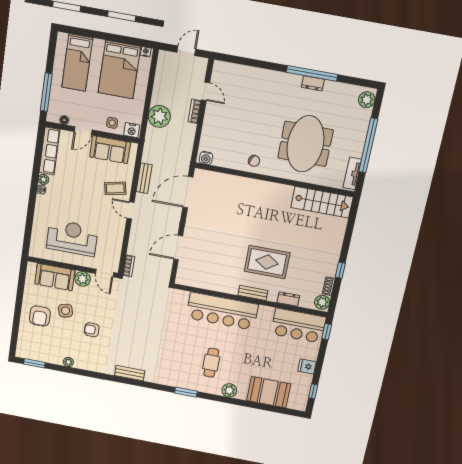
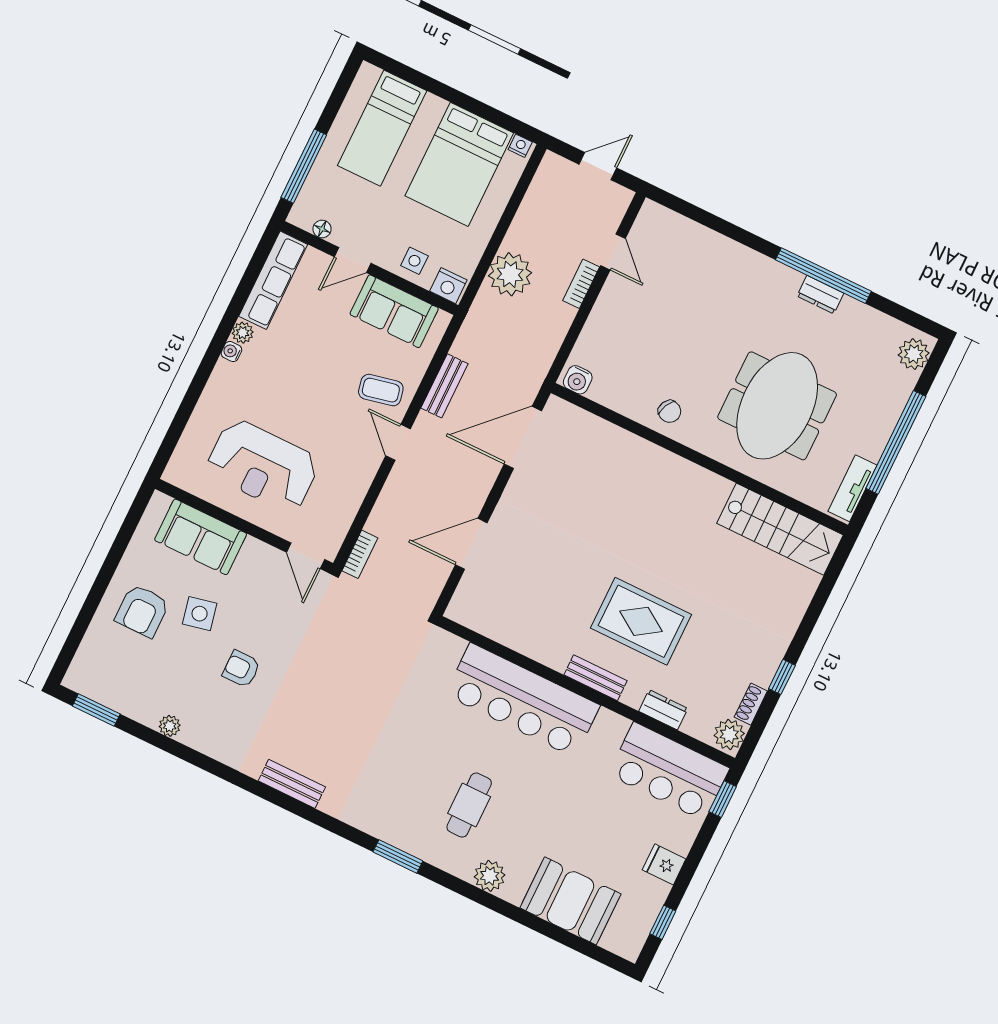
reception desk: (72, 238) -> (263, 466), turned 180
plant: (83, 279) -> (257, 556), removed

